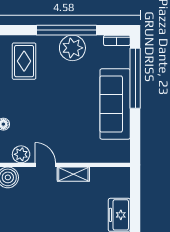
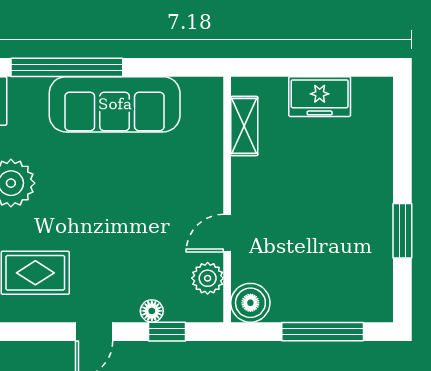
shelving: (73, 174) -> (244, 126), moved

